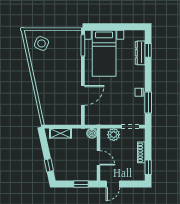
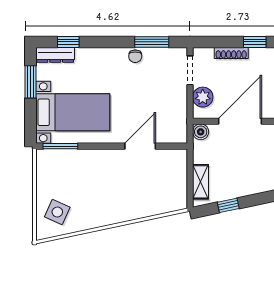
window: (123, 27) -> (31, 82), added
dresser: (140, 53) -> (55, 55), moved
door: (83, 95) -> (140, 146), hinge flipped
door: (98, 158) -> (240, 121), width x1.87
window: (49, 165) -> (228, 205), moved

